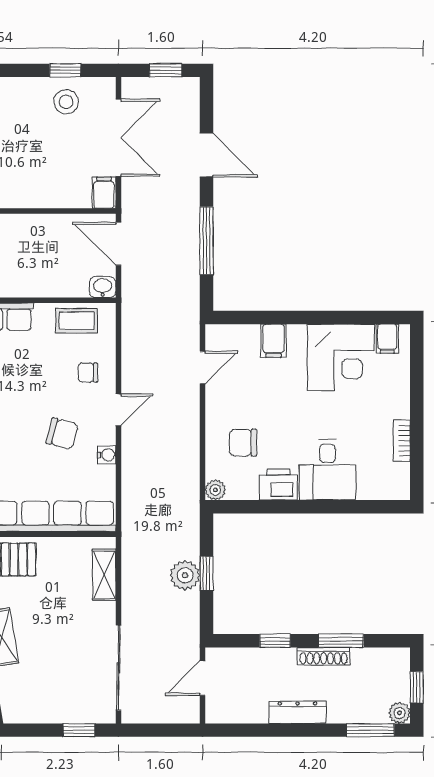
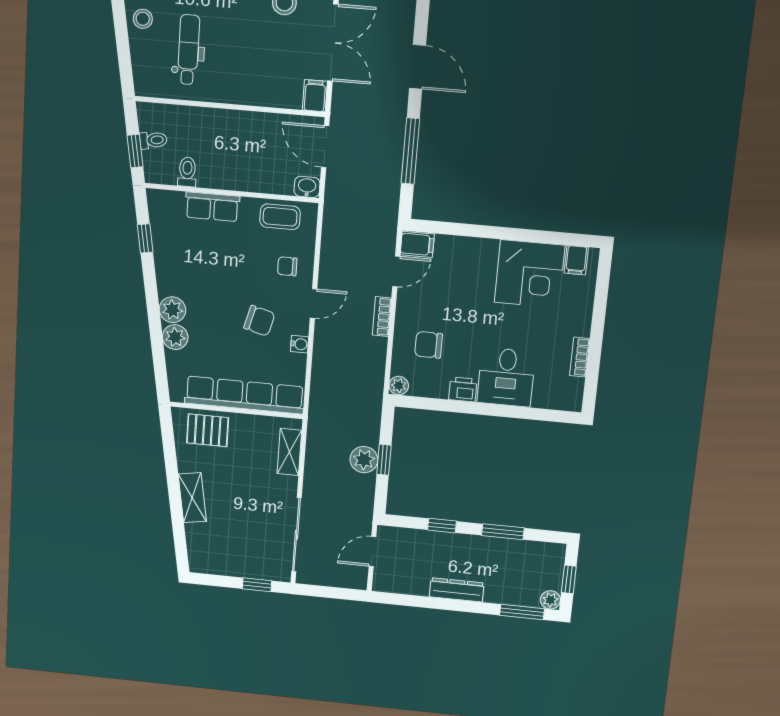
filing cabinet: (274, 341) -> (417, 244), moved, turned -90
bookcase: (192, 417) -> (382, 317), added
printer: (278, 484) -> (463, 389), width x0.73, depth x0.81
shoe rack: (324, 656) -> (486, 544), removed

